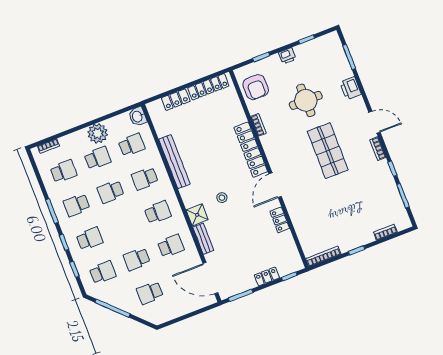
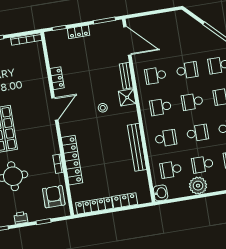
locker: (251, 150) -> (72, 160), moved
school desk: (150, 293) -> (192, 102), moved, turned 180

